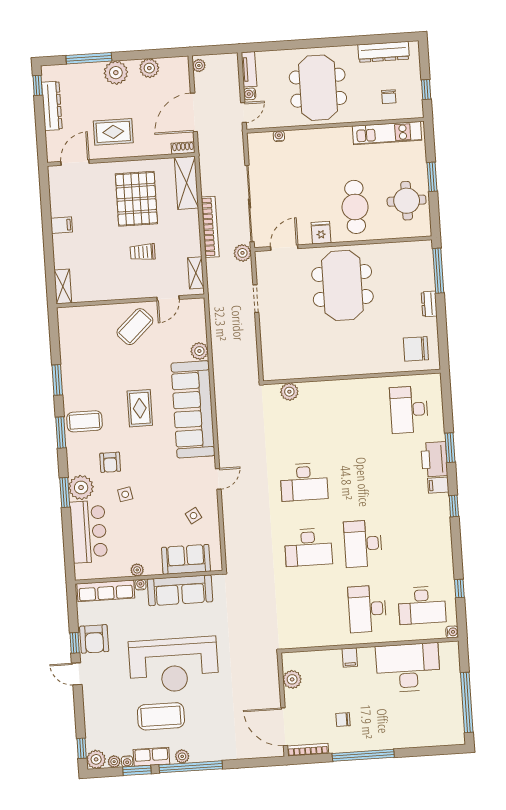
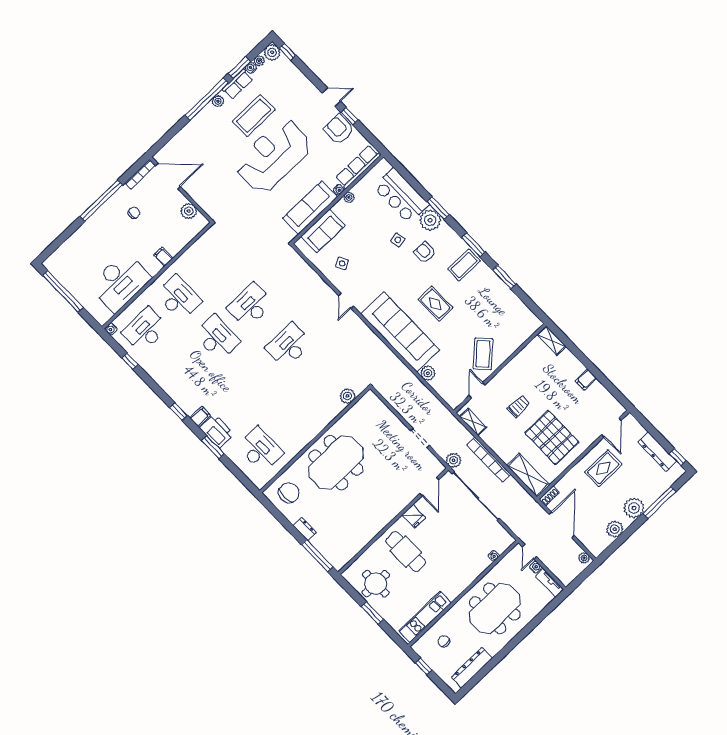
meeting table: (318, 88) -> (495, 608), turned 90
meeting table: (342, 285) -> (336, 463), moved, turned 90

